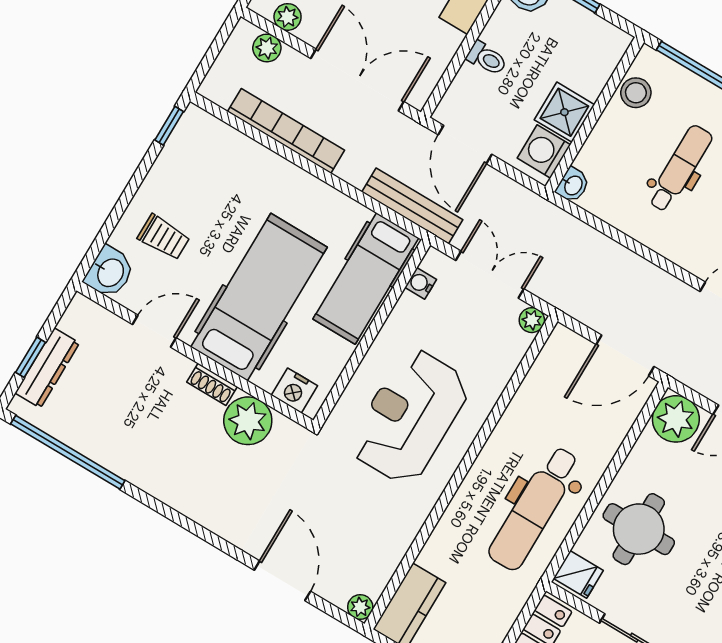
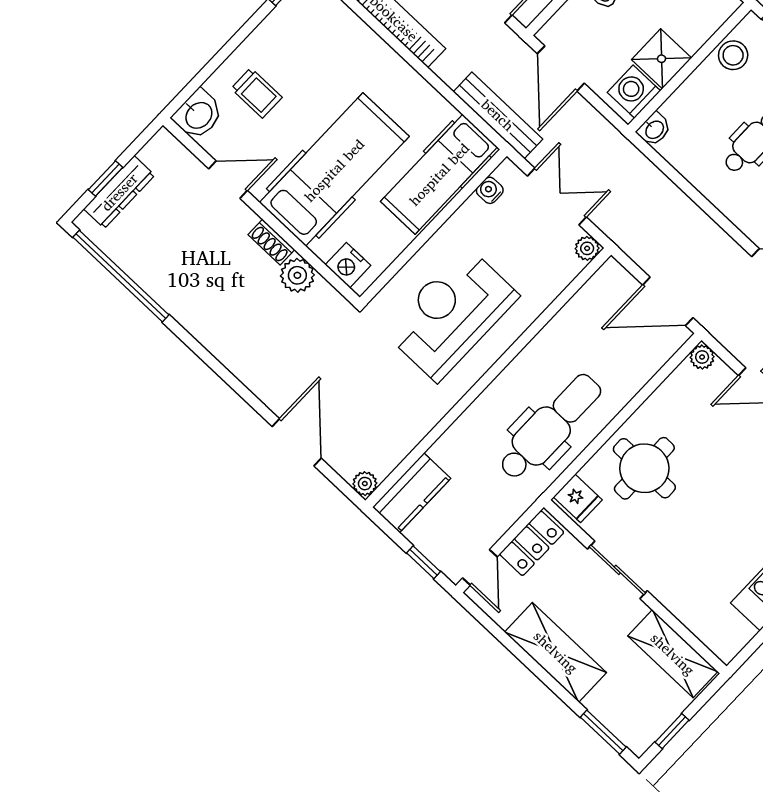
plant: (676, 419) -> (702, 357), width x0.53, depth x0.53
plant: (248, 421) -> (297, 275), width x0.73, depth x0.73
dental chair: (534, 508) -> (550, 427), turned 180

